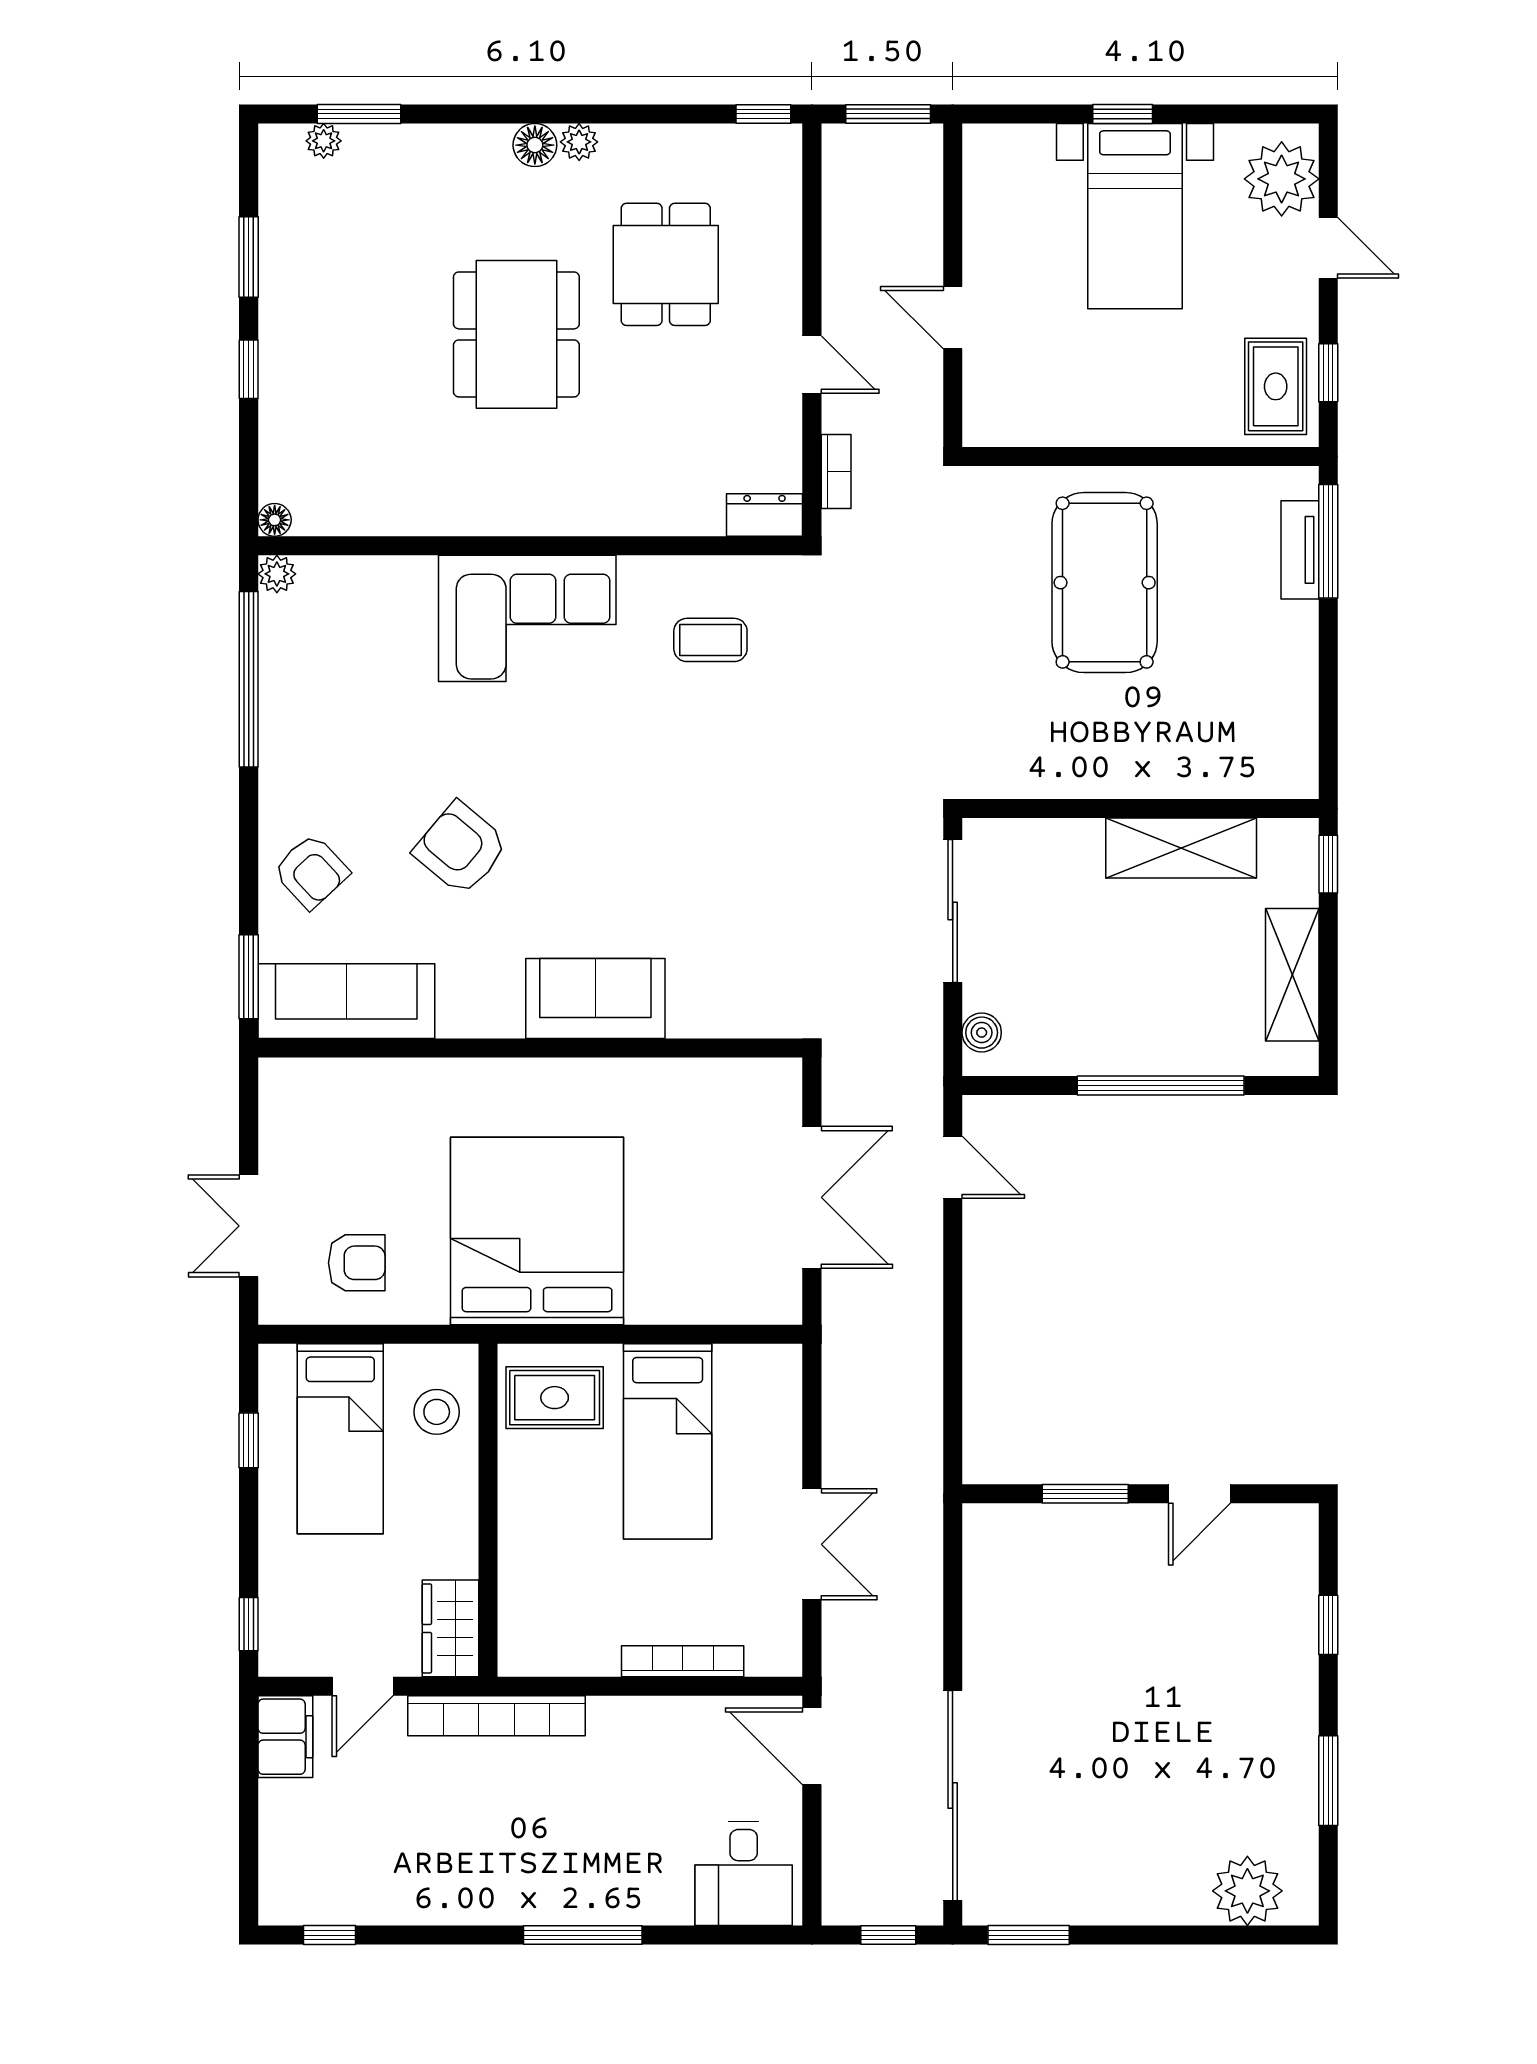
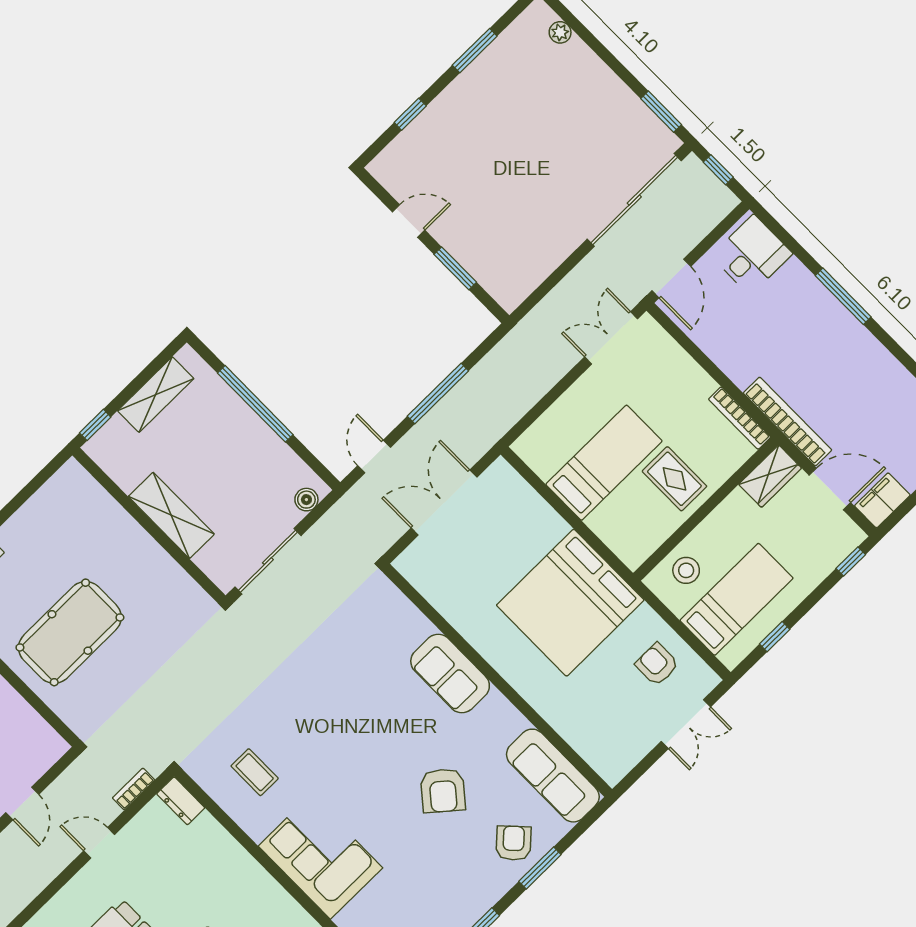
door: (812, 365) -> (99, 843), hinge flipped
shelving: (1181, 848) -> (171, 515), moved
window: (249, 977) -> (540, 868), moved
window: (953, 1322) -> (438, 394), added
rug: (555, 1398) -> (674, 479), moved
double door: (812, 1544) -> (611, 338), moved
bookcase: (683, 1661) -> (740, 418), moved
door: (363, 1686) -> (830, 489), width x1.38
plant: (1247, 1891) -> (560, 32), width x0.53, depth x0.53

